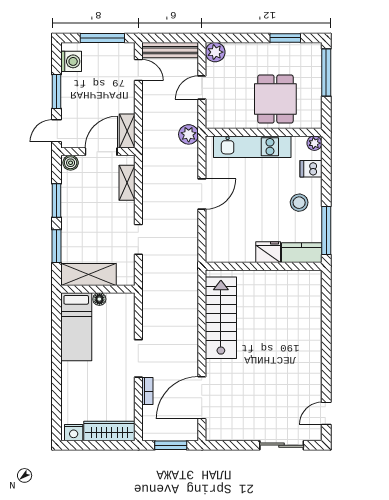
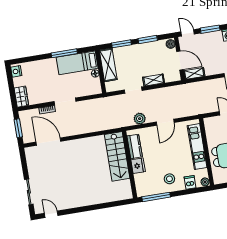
plant: (189, 134) -> (140, 119), moved
shelving: (127, 183) -> (154, 80), moved
door: (202, 194) -> (165, 122), hinge flipped
kitchen counter: (302, 253) -> (135, 146), moved
stairs: (221, 318) -> (117, 156), moved, turned 90
window: (56, 346) -> (64, 53), added
wardrobe: (109, 431) -> (21, 97), width x0.67

